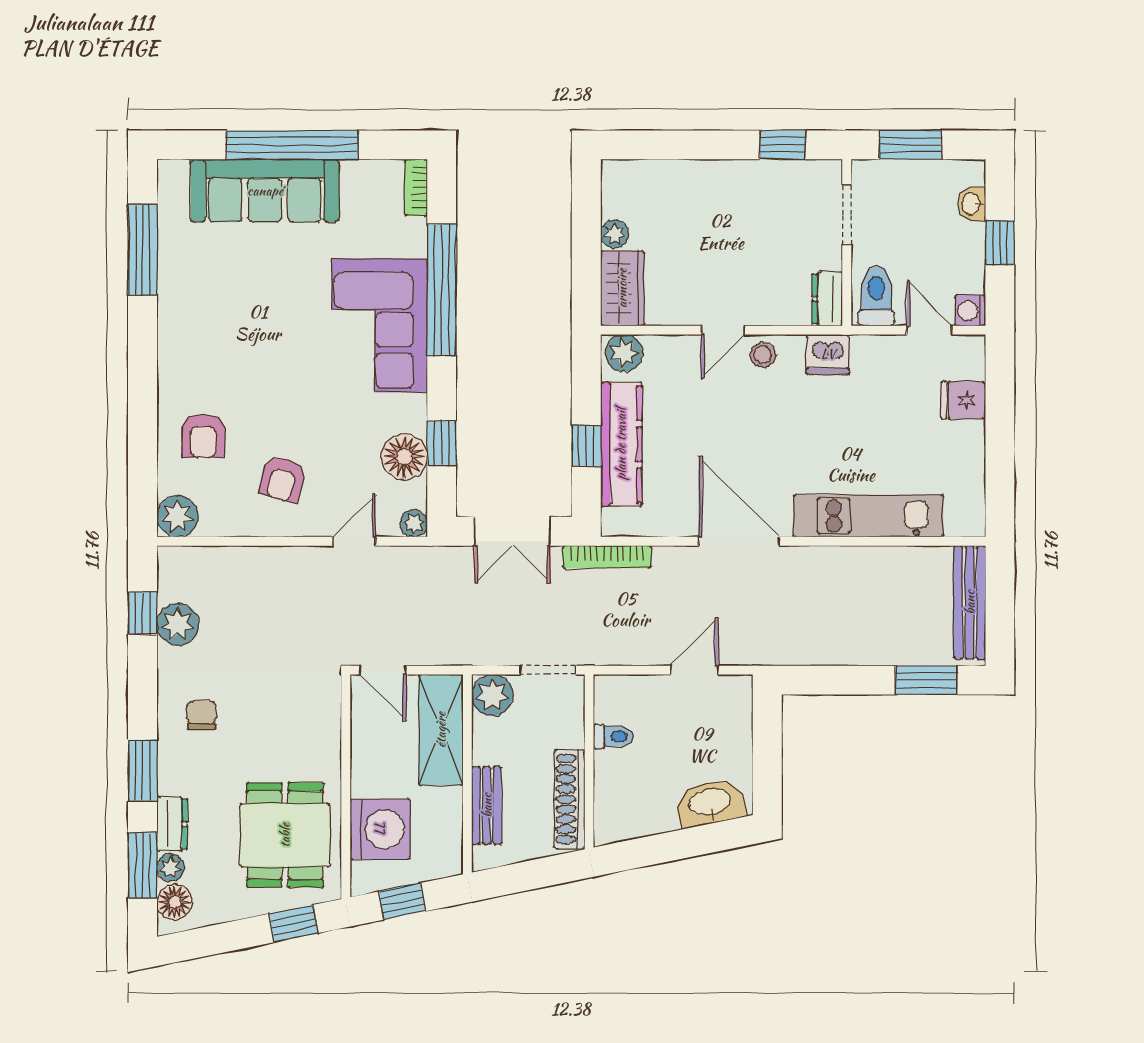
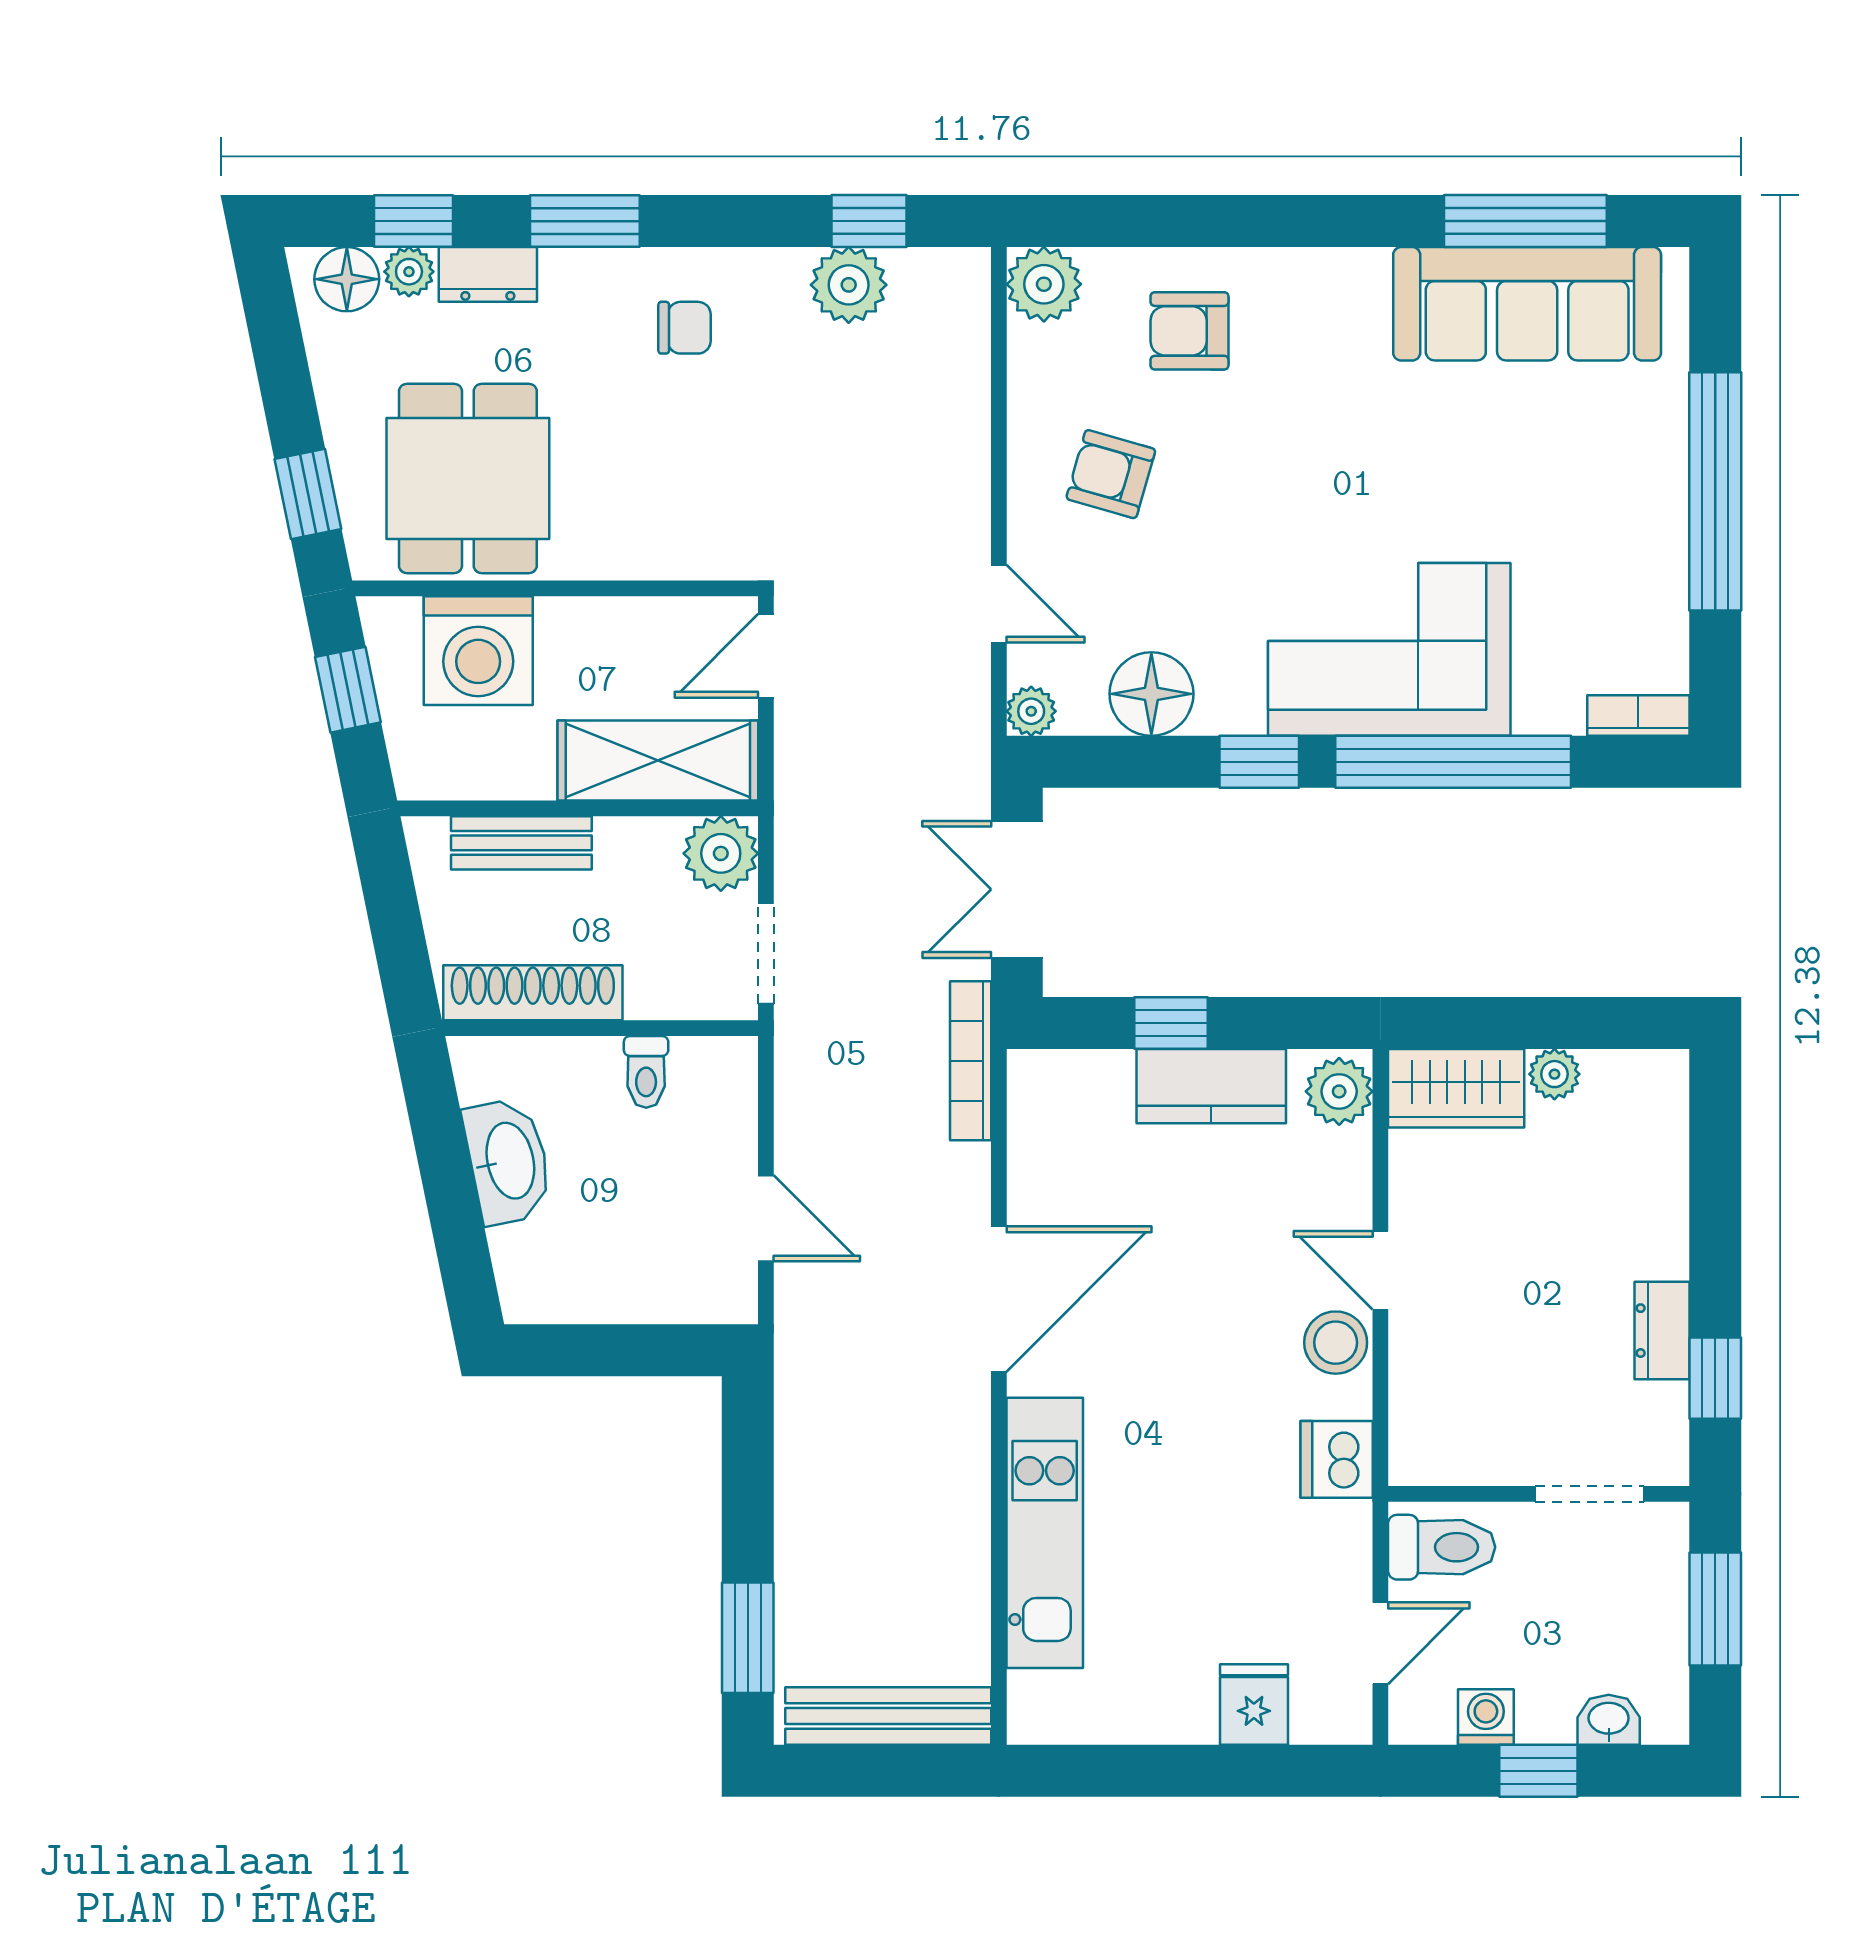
sofa: (265, 191) -> (1527, 304), moved, turned -90
dresser: (827, 299) -> (1662, 1331), moved, turned -90
washing machine: (970, 311) -> (1486, 1717), moved
stool: (763, 355) -> (1336, 1343), width x1.37, depth x1.37
window: (442, 443) -> (1259, 762), moved
kitchen counter: (621, 444) -> (1211, 1086), width x0.67
washbasin: (710, 803) -> (508, 1161), moved
dining table: (285, 835) -> (468, 478), turned 90
window: (143, 865) -> (414, 221), width x0.67

